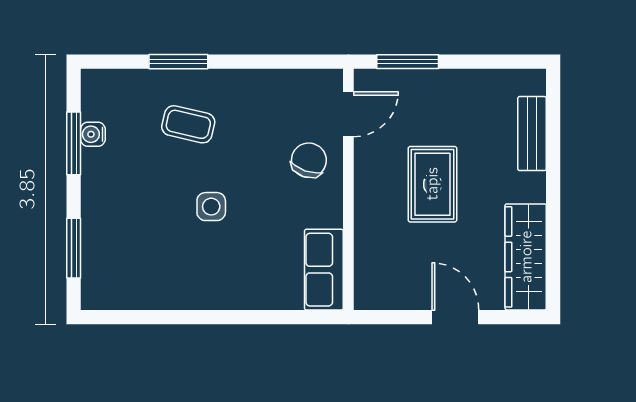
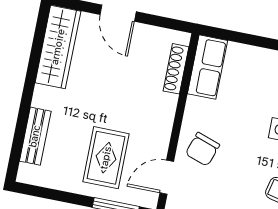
rug: (432, 184) -> (106, 158), moved
shoe rack: (365, 259) -> (176, 69), added

